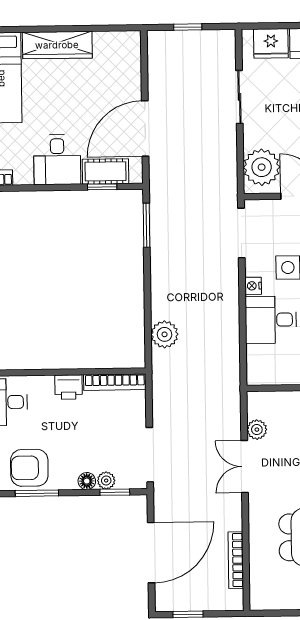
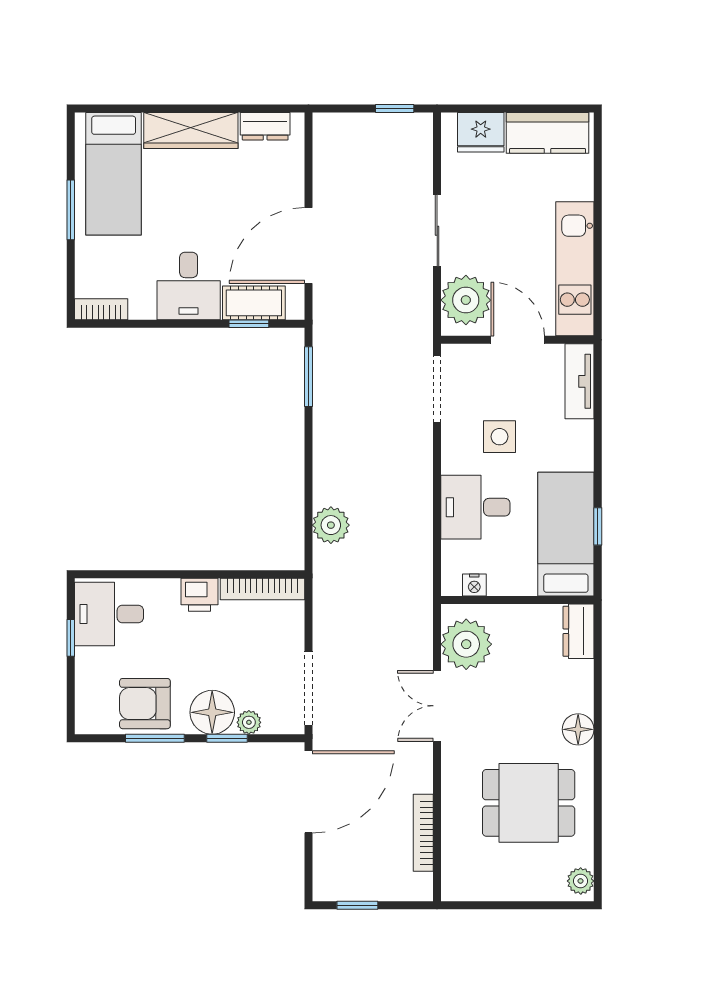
window: (188, 27) -> (395, 108), moved
dresser: (112, 41) -> (265, 126), added
sliding door: (239, 97) -> (437, 231), moved
nightstand: (253, 286) -> (474, 585), moved, turned -90
plant: (257, 430) -> (466, 644), width x1.87, depth x1.87
floor lamp: (87, 481) -> (212, 712), width x1.89, depth x1.89
window: (115, 492) -> (227, 738), moved
door: (151, 553) -> (308, 792), moved

